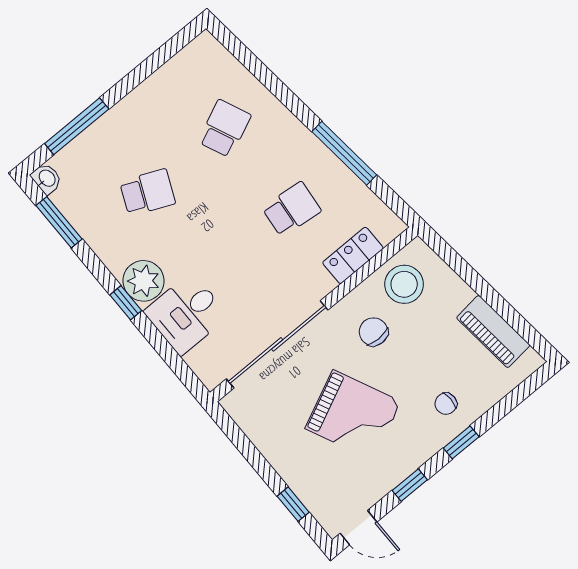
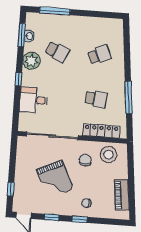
washbasin: (47, 179) -> (29, 36), moved
locker: (353, 255) -> (101, 131), width x1.53
plant: (143, 281) -> (31, 61), moved

